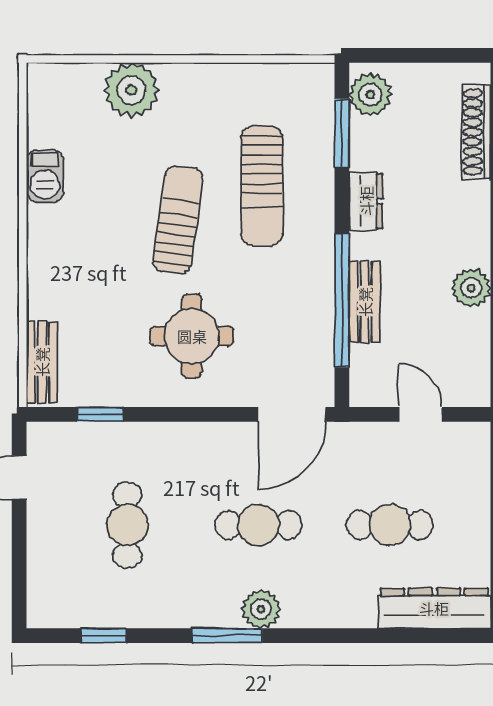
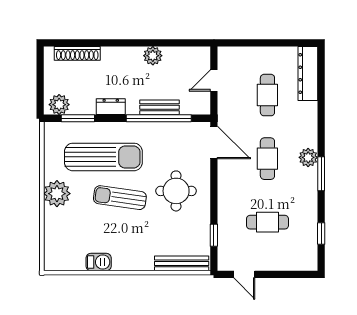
plant: (131, 90) -> (57, 194), moved
sun lounger: (262, 186) -> (103, 157), width x1.36, depth x1.34
bench: (42, 362) -> (182, 263), width x1.36

